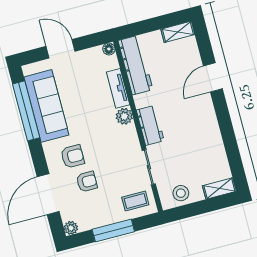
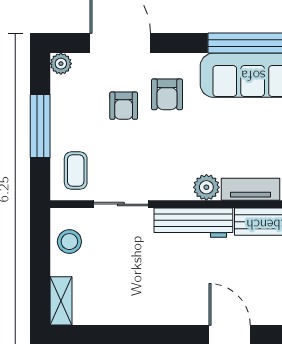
workbench: (150, 125) -> (193, 223), width x1.38

